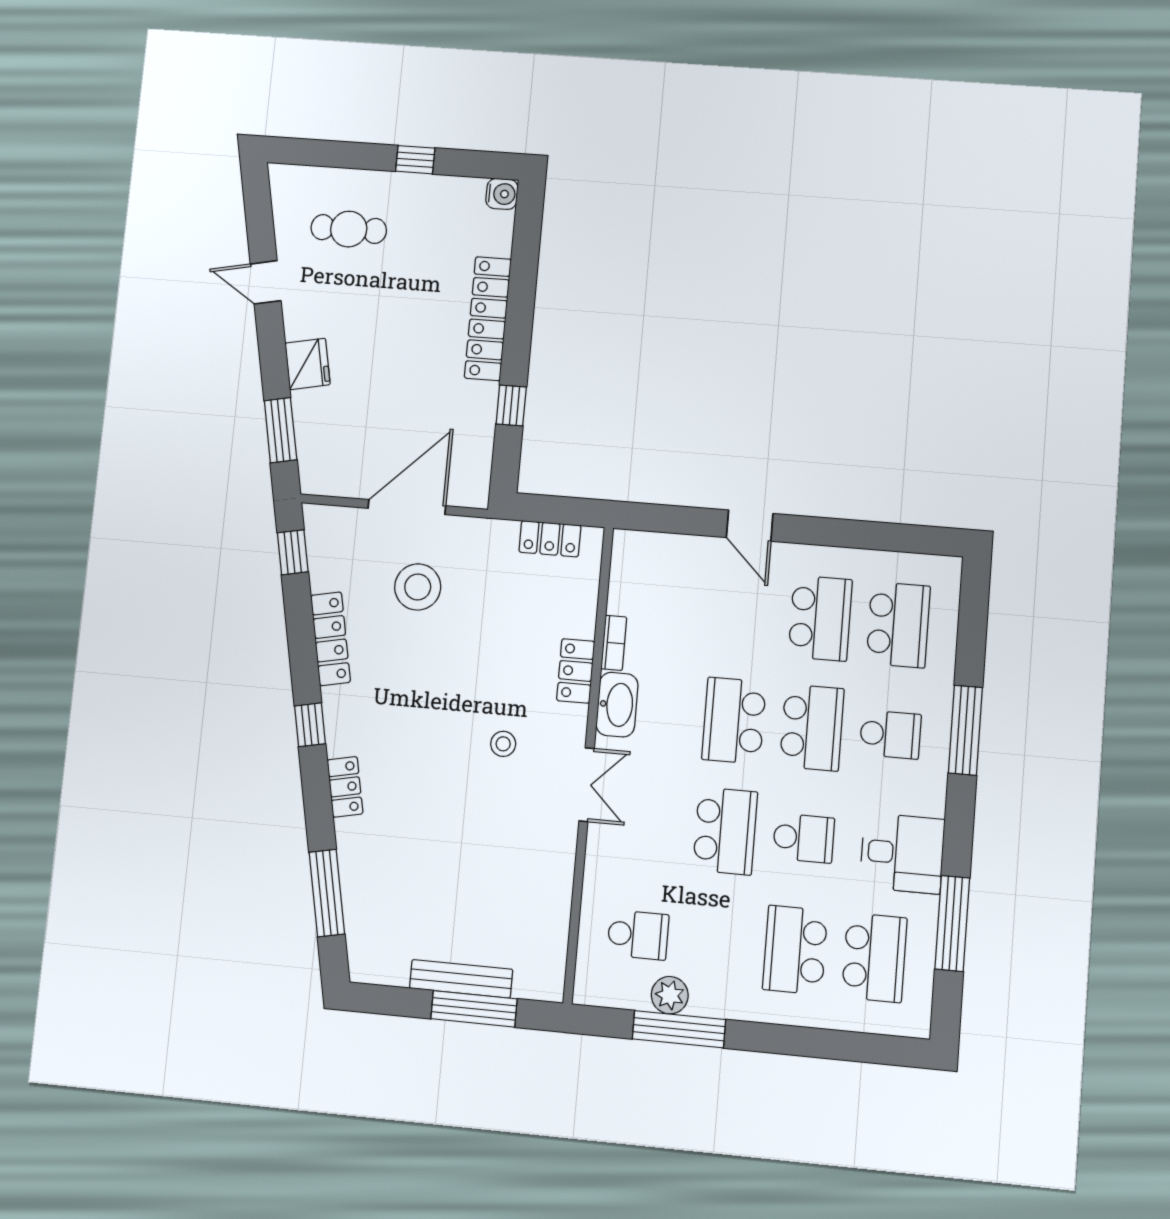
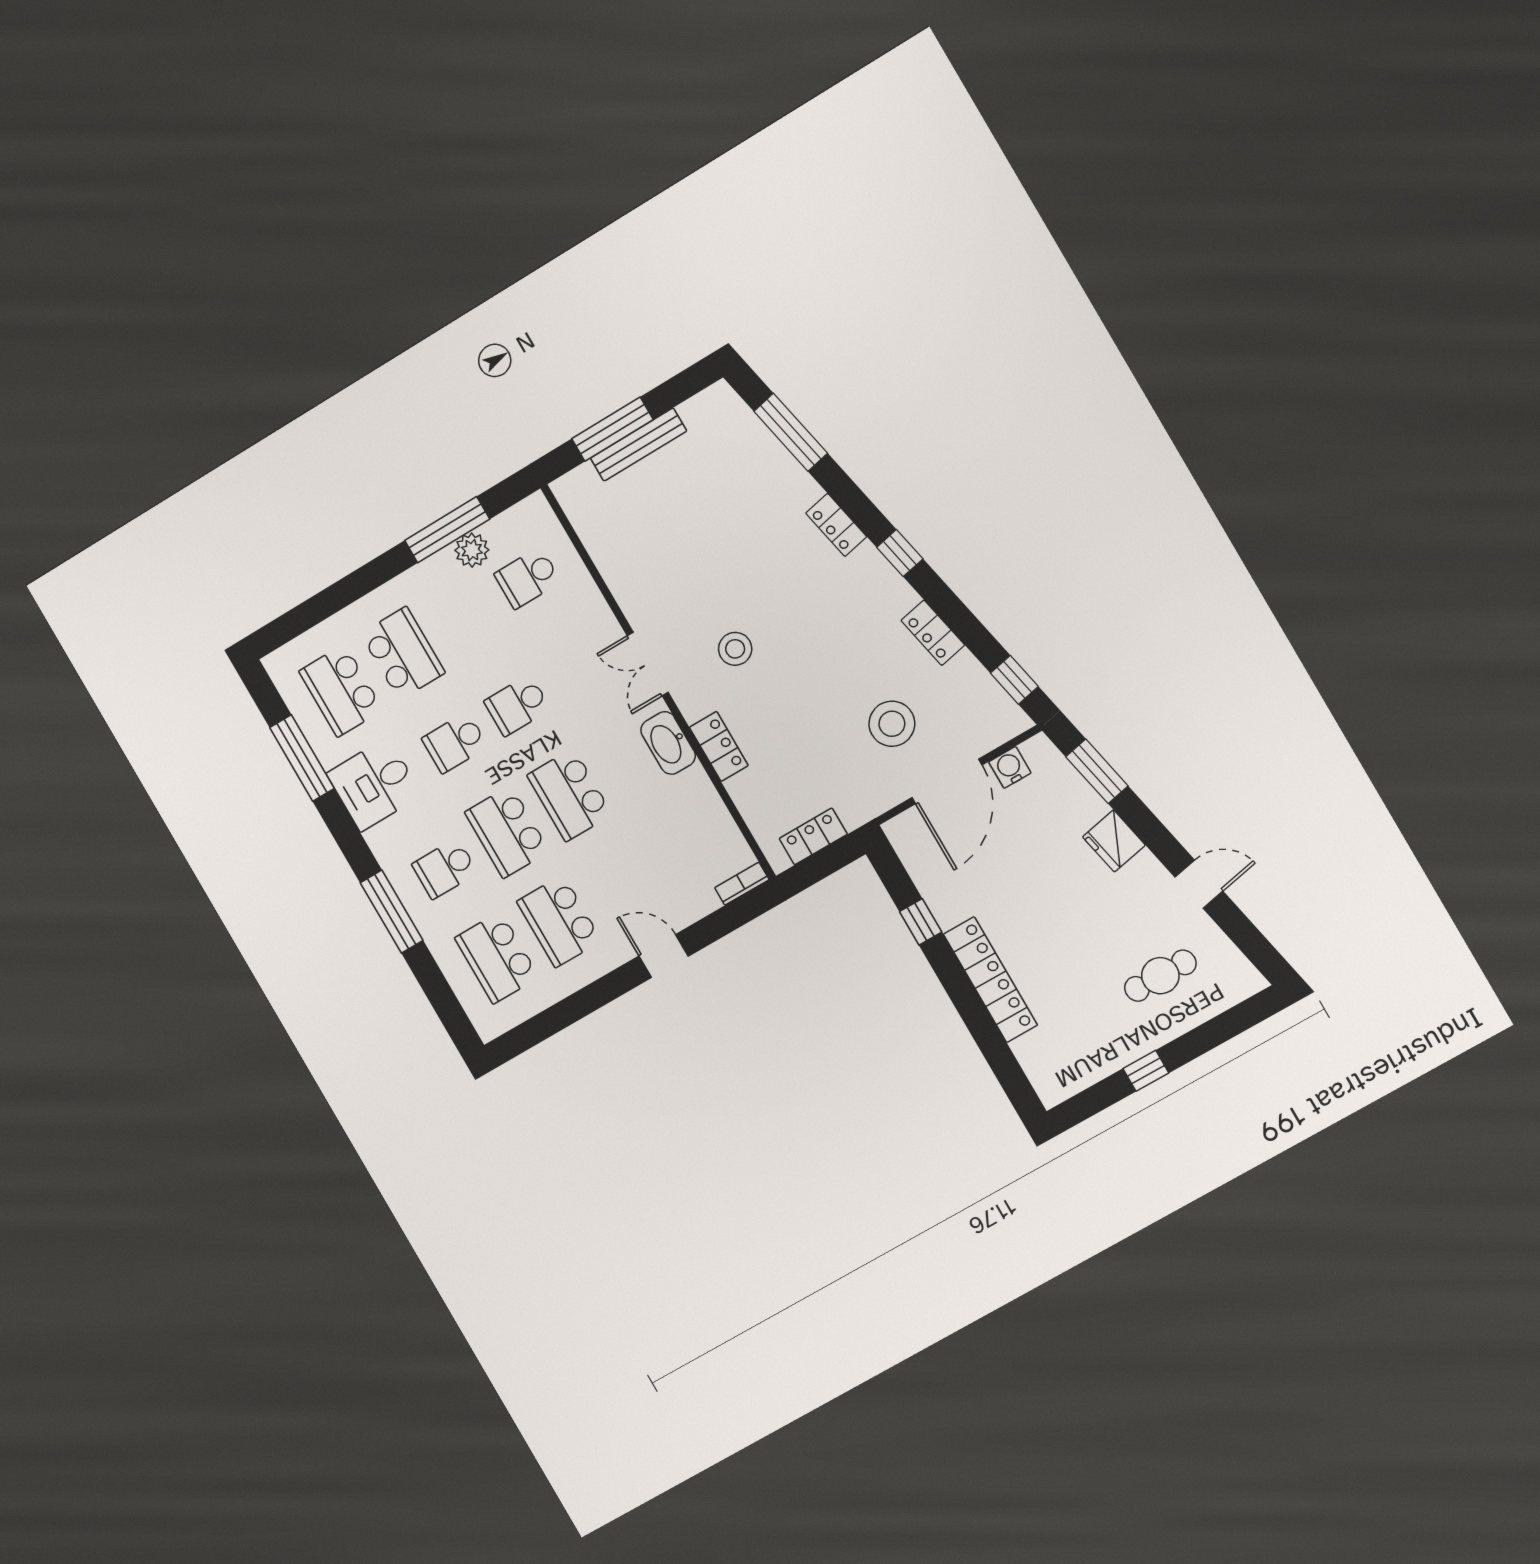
water cooler: (502, 194) -> (1010, 767), moved, turned 90
locker: (330, 639) -> (933, 633), width x0.66
bookcase: (614, 643) -> (742, 884), moved, turned 90
school desk: (734, 721) -> (570, 795), turned 180
stool: (503, 744) -> (735, 649), width x1.37, depth x1.37
school desk: (725, 831) -> (517, 705), width x0.54

